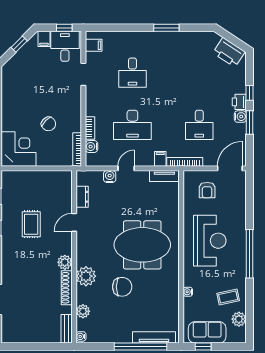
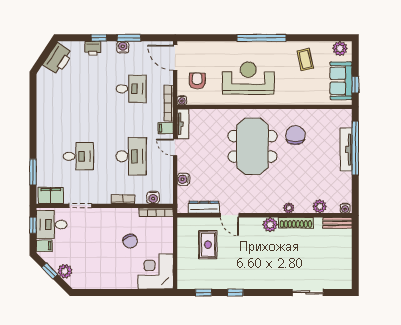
window: (166, 28) -> (33, 172), moved
filing cabinet: (94, 45) -> (51, 195), width x2.00
plant: (19, 59) -> (65, 271), added
printer: (239, 102) -> (93, 48), moved
chair: (49, 124) -> (130, 241), turned 115
bookcase: (90, 128) -> (123, 199), moved
door: (126, 168) -> (175, 147), moved
armchair: (207, 190) -> (197, 81), turned -90
dresser: (82, 197) -> (204, 207), width x1.44
rug: (31, 224) -> (208, 245), moved, turned 90
plant: (86, 276) -> (289, 208), width x0.53, depth x0.53
chair: (122, 287) -> (295, 135), moved
water cooler: (188, 292) -> (182, 100), moved
plant: (239, 319) -> (340, 49), moved
tv unit: (154, 337) -> (346, 149), moved

